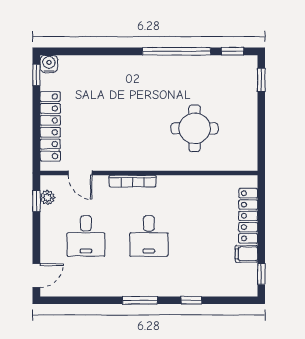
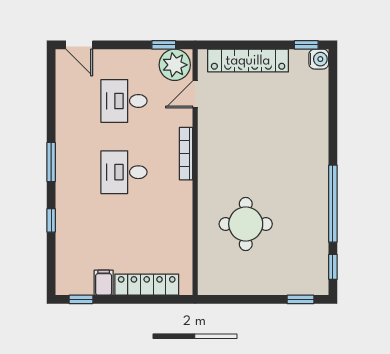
plant: (47, 198) -> (175, 65), width x1.88, depth x1.88

